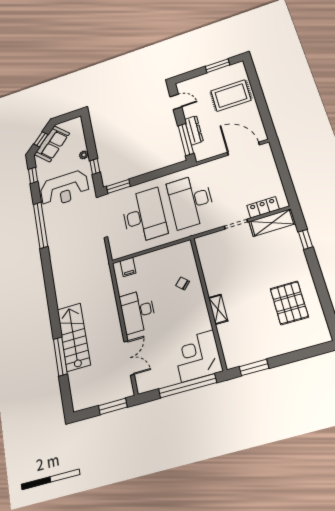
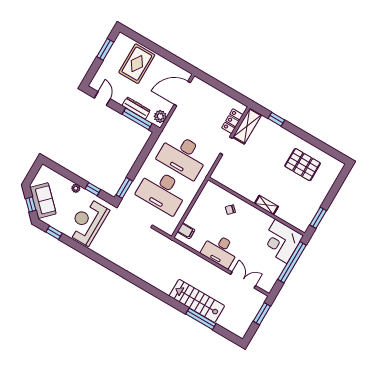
door: (176, 102) -> (102, 98), hinge flipped
plant: (206, 153) -> (160, 116), added
reception desk: (64, 189) -> (88, 222), turned 180
desk: (144, 216) -> (162, 191), turned 180
window: (41, 225) -> (98, 258), removed

